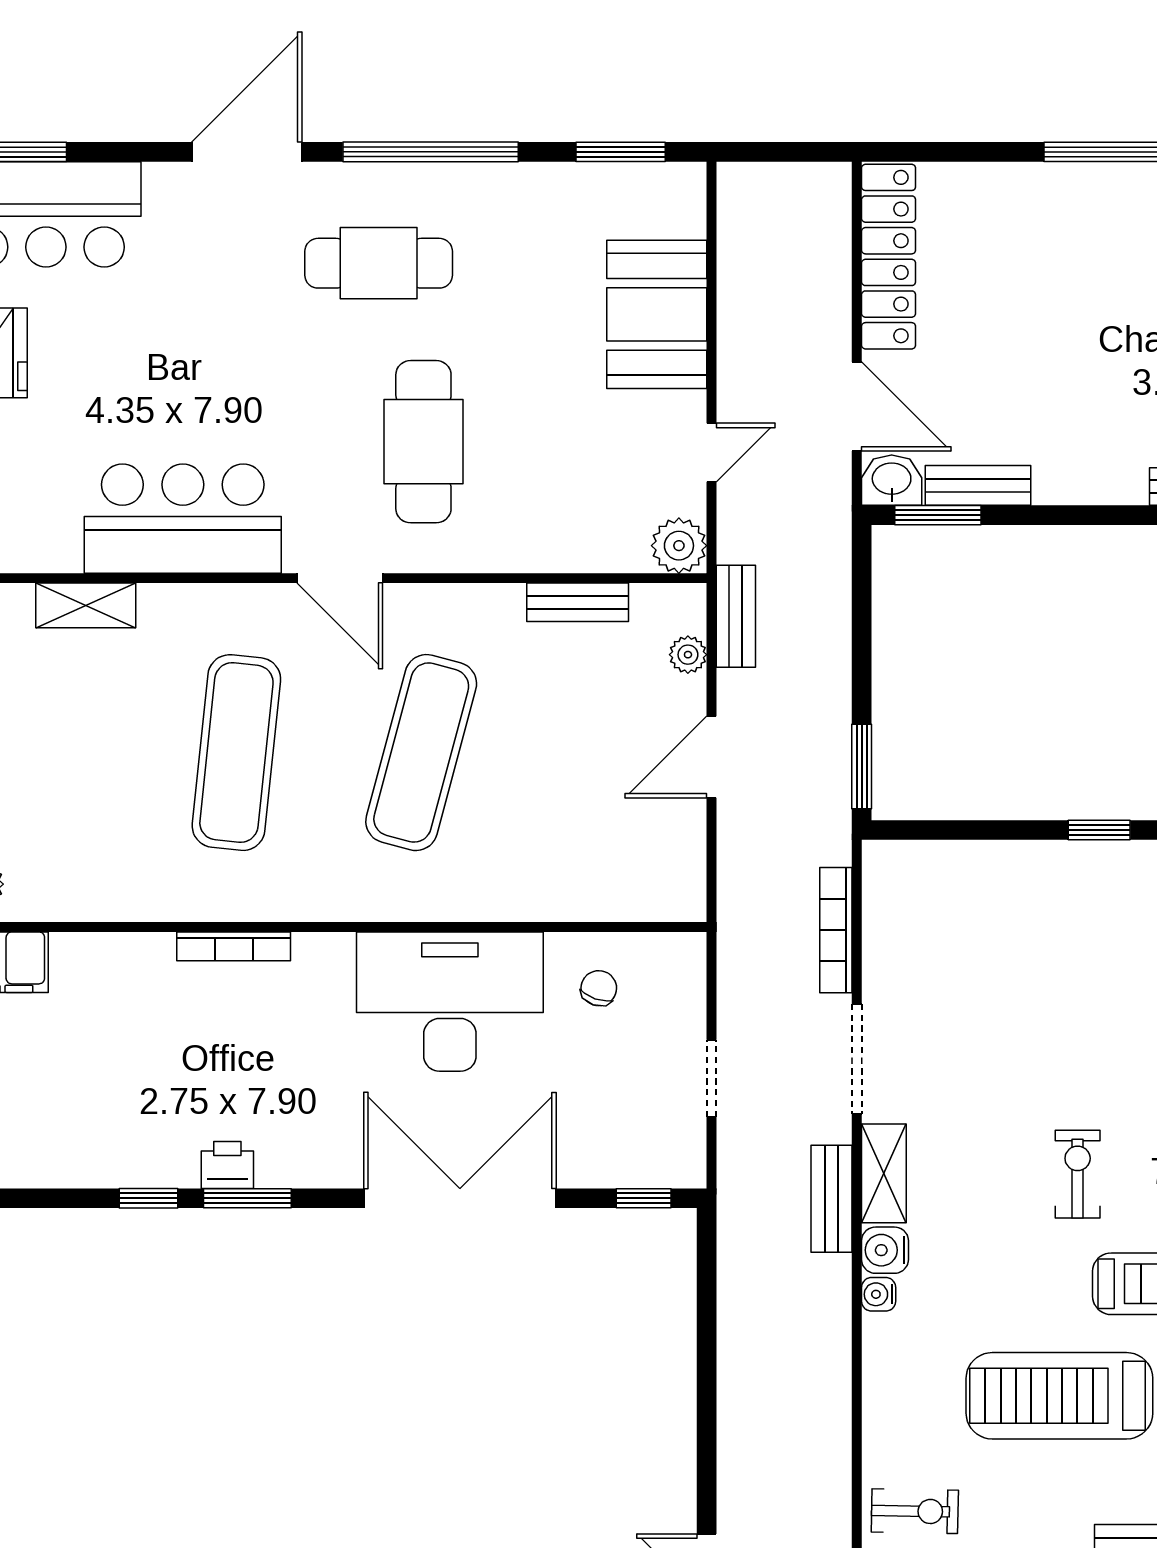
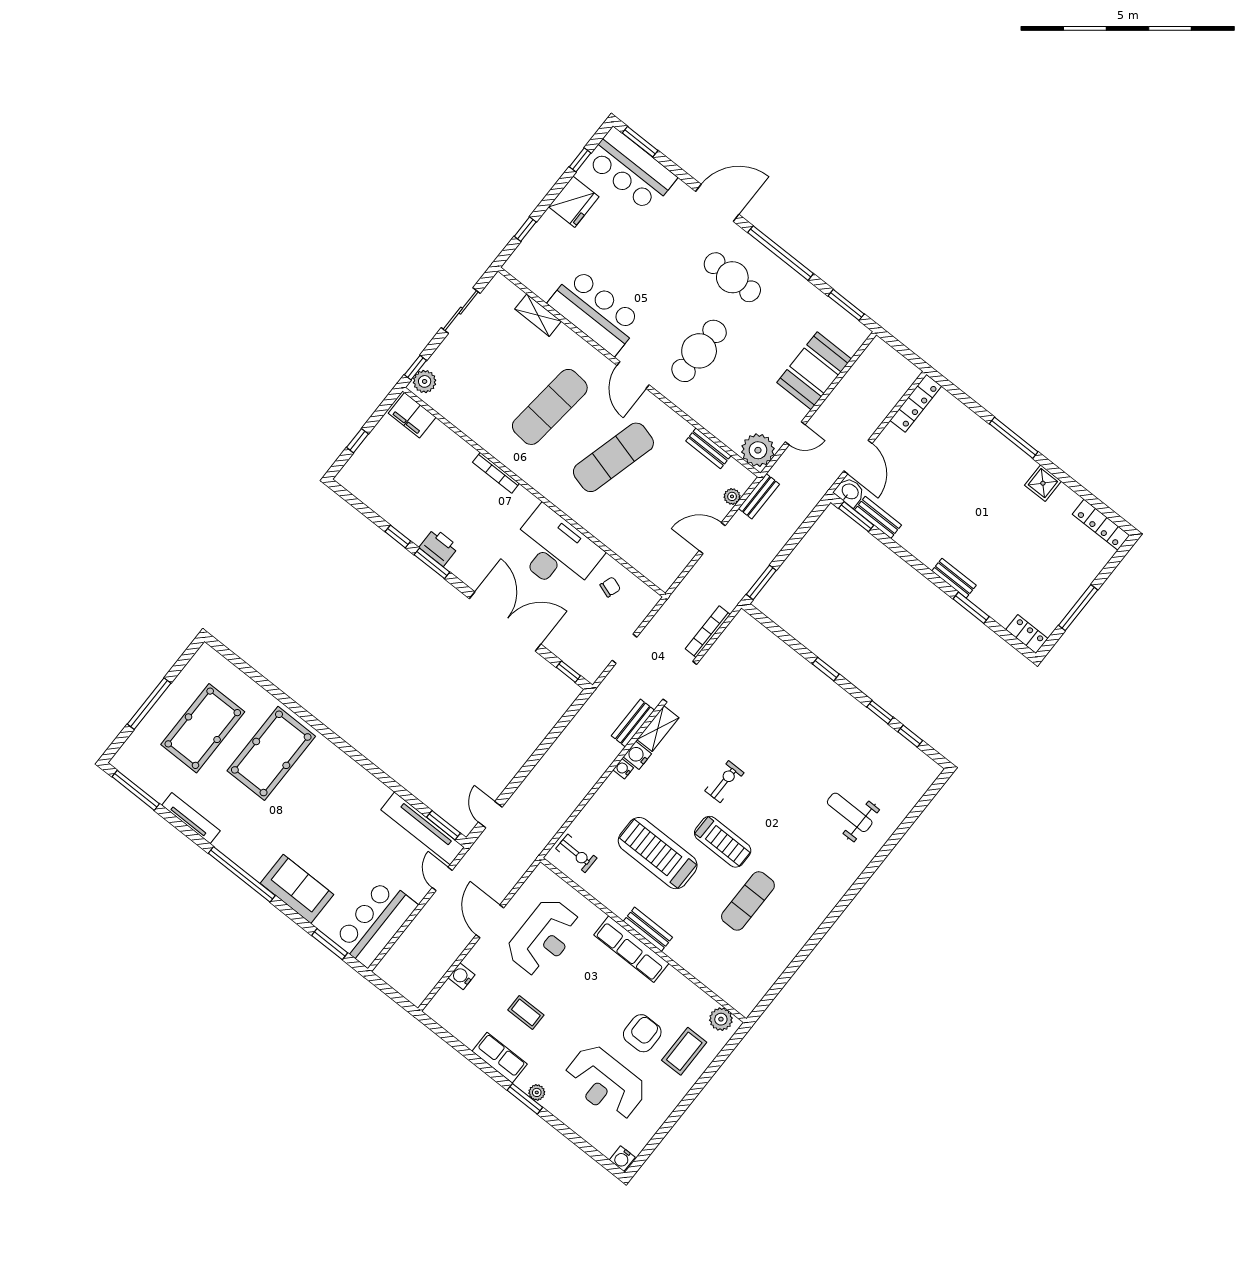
locker: (889, 257) -> (916, 403), width x0.71, depth x0.83
plant: (679, 546) -> (758, 450), width x1.36, depth x1.36
printer: (227, 1165) -> (439, 547), width x1.36, depth x1.24

